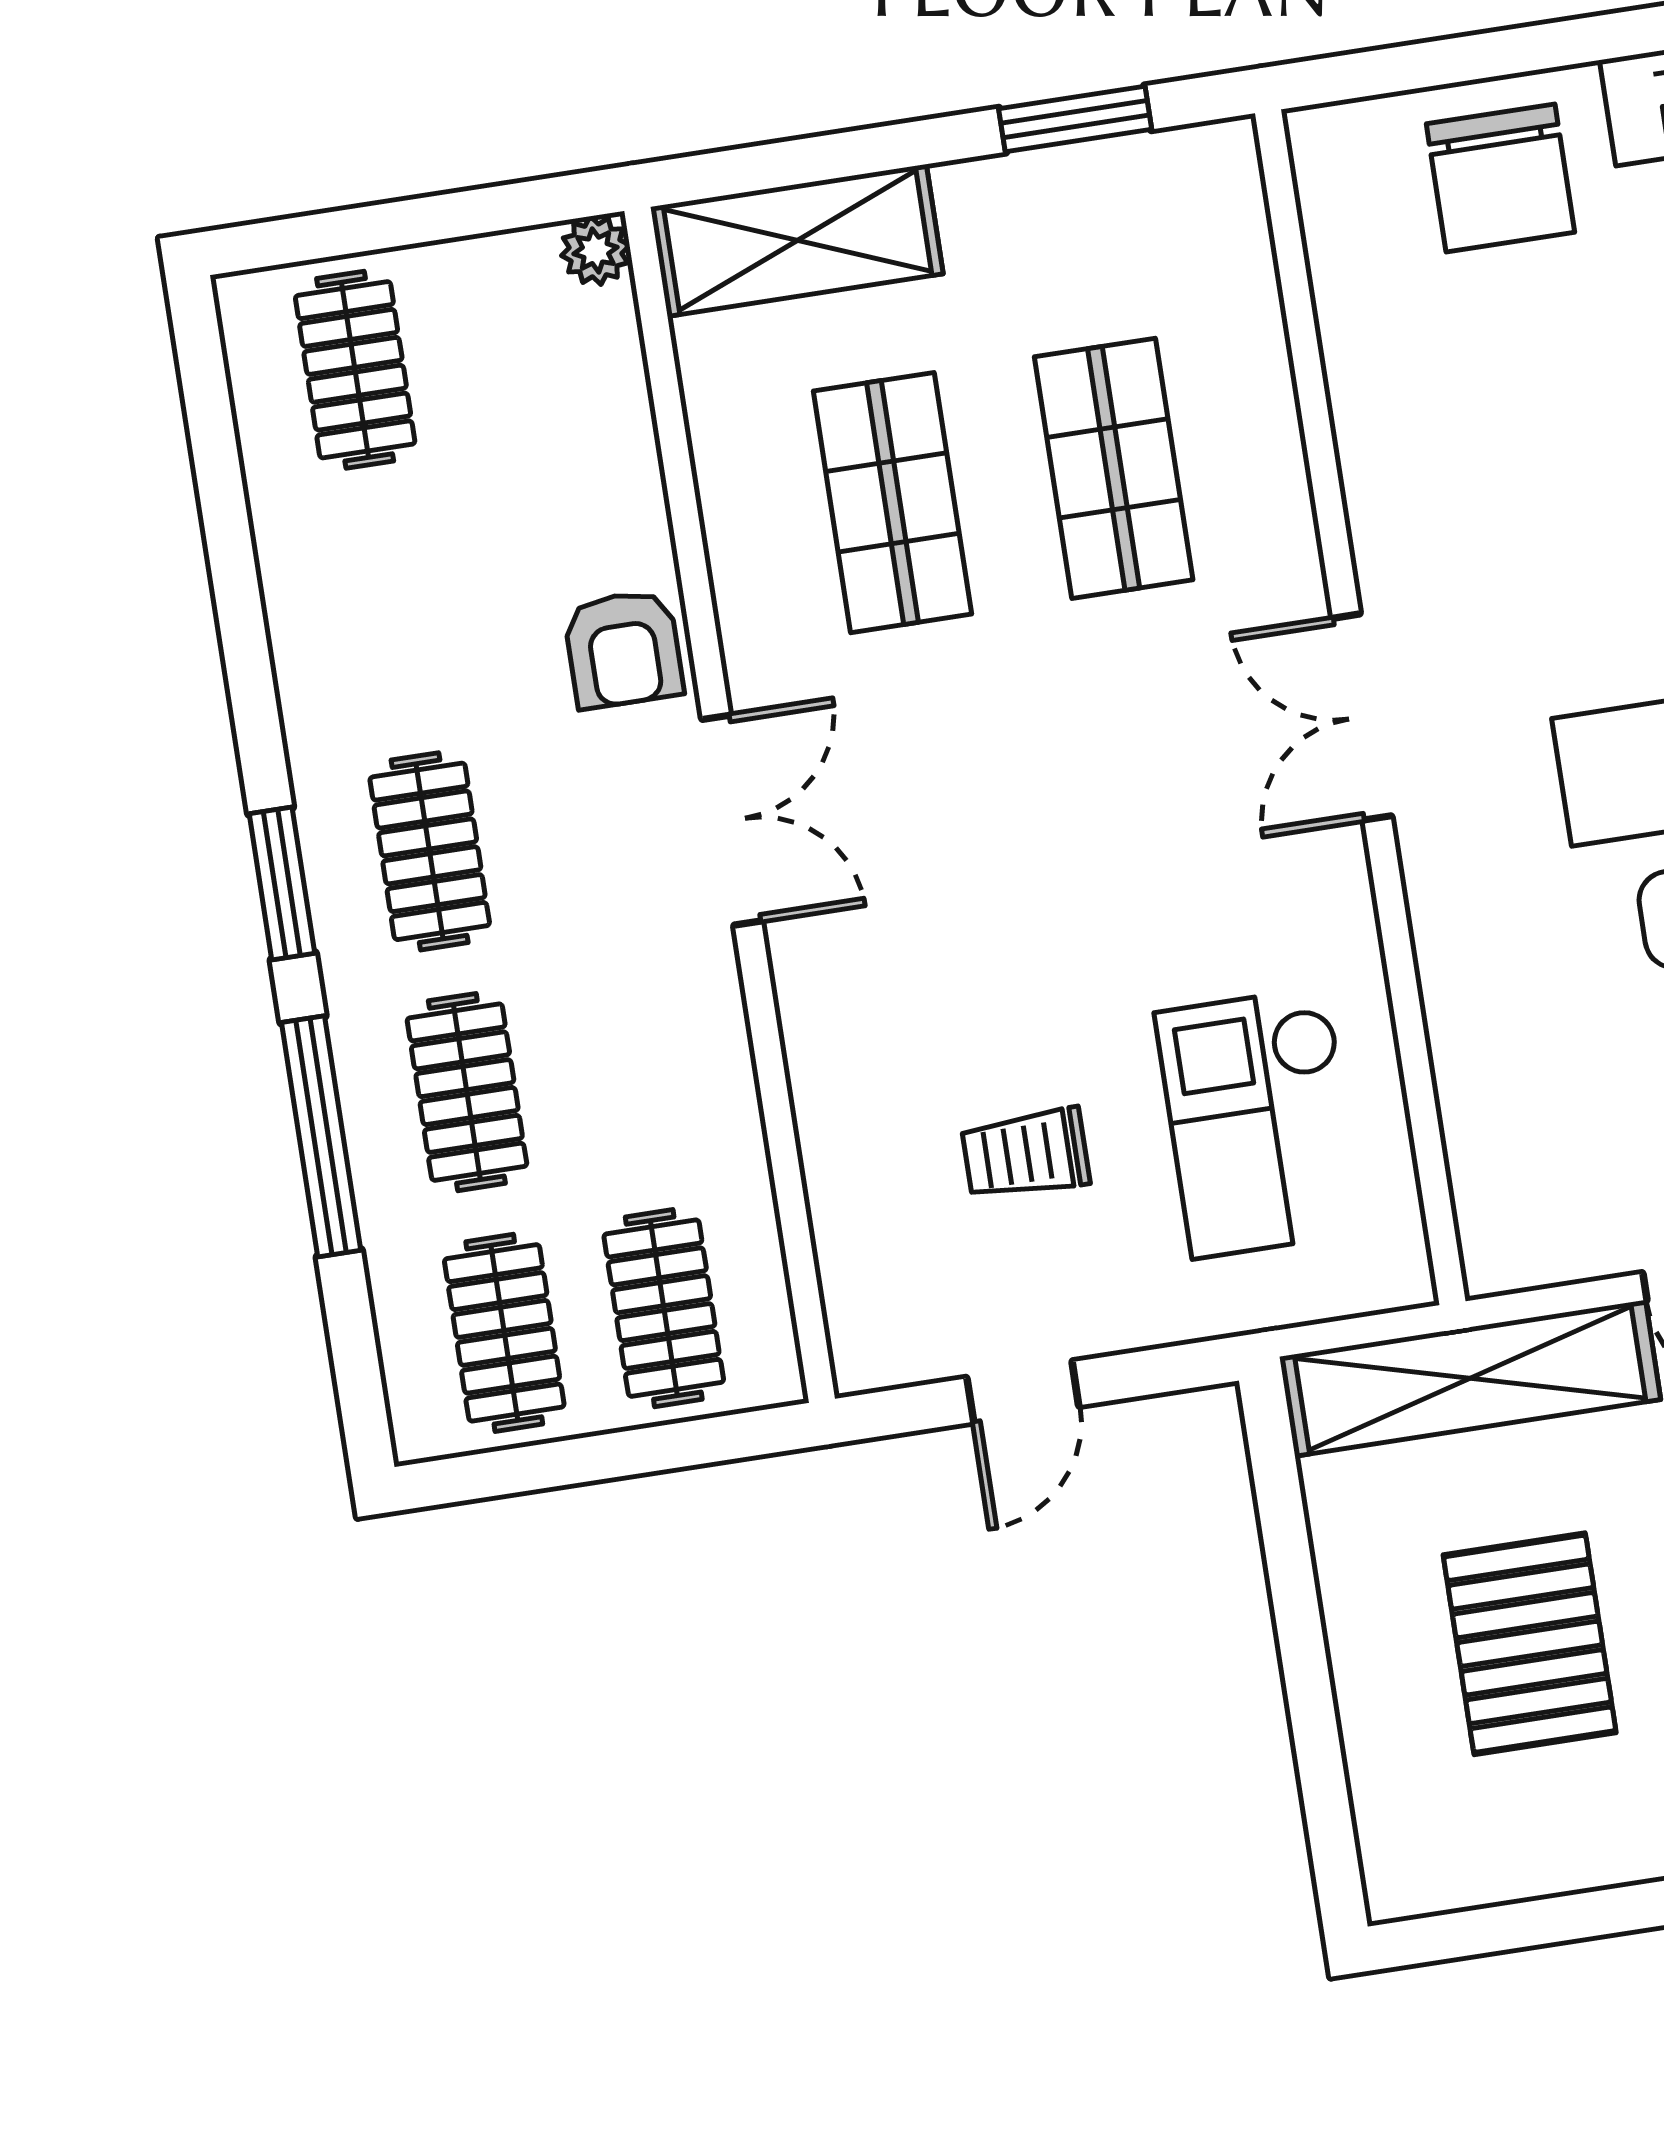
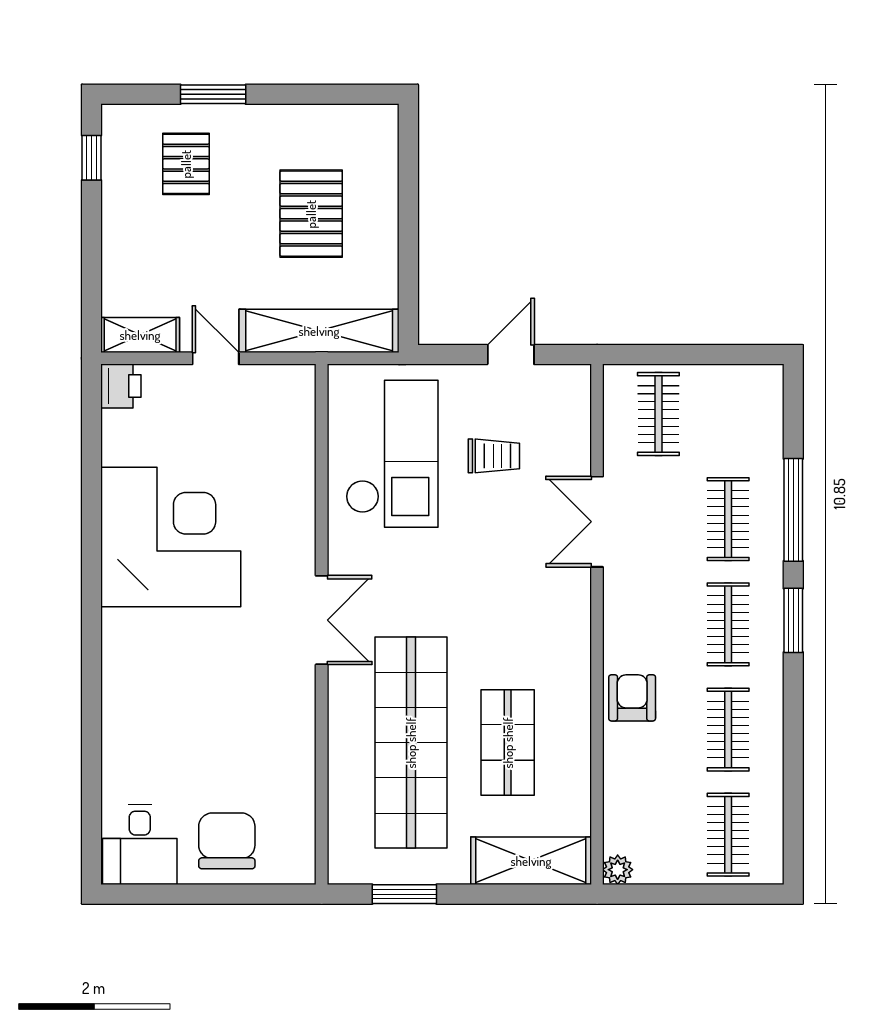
shop shelf: (1114, 468) -> (411, 743), width x2.00, depth x1.36
double door: (732, 820) -> (597, 522), moved
checkout: (1260, 1123) -> (392, 454), width x1.36, depth x1.21
clothes rail: (504, 1333) -> (728, 730), moved

